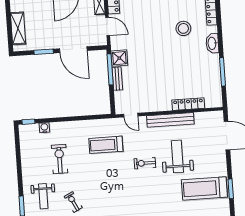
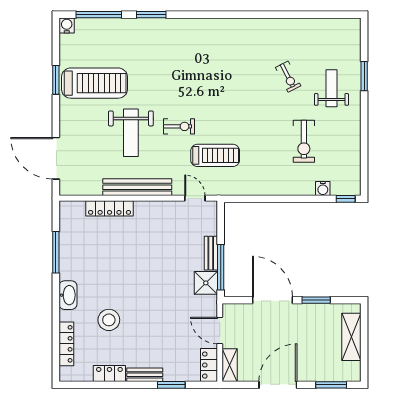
treadmill: (106, 145) -> (215, 155), moved

